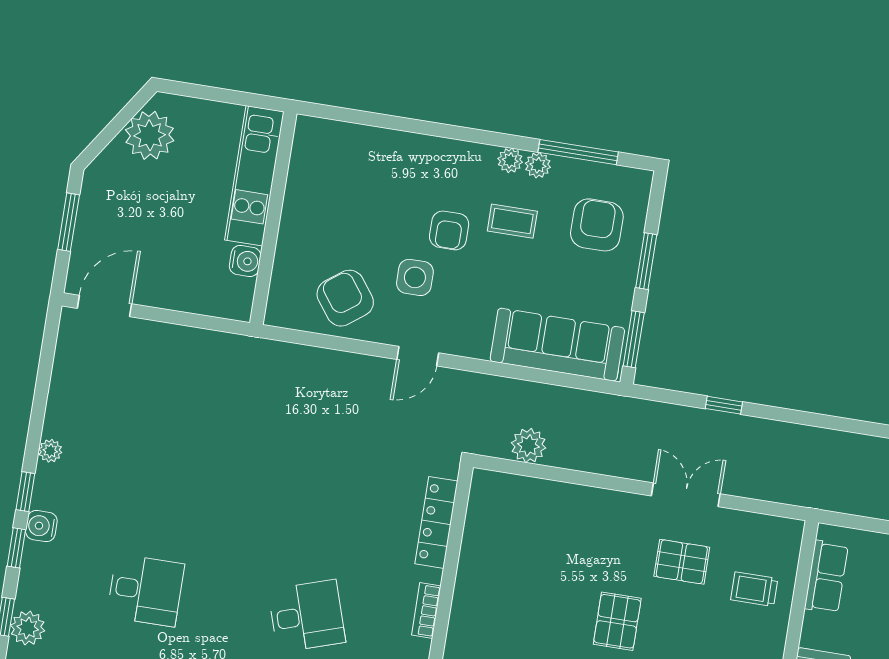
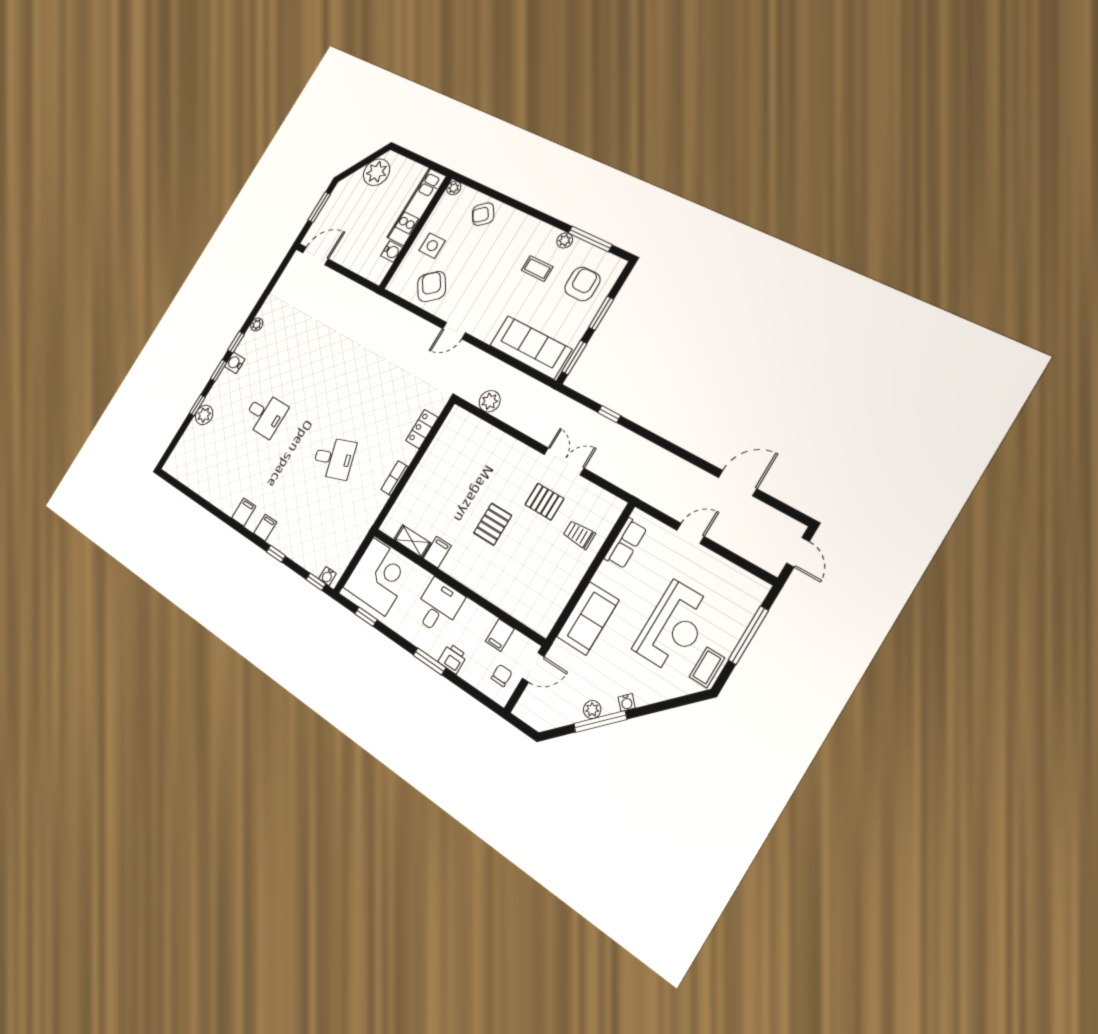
plant: (510, 160) -> (454, 188), moved
armchair: (449, 230) -> (483, 214), moved, turned 53
side table: (415, 277) -> (432, 246), moved
locker: (436, 522) -> (422, 429), width x0.66

